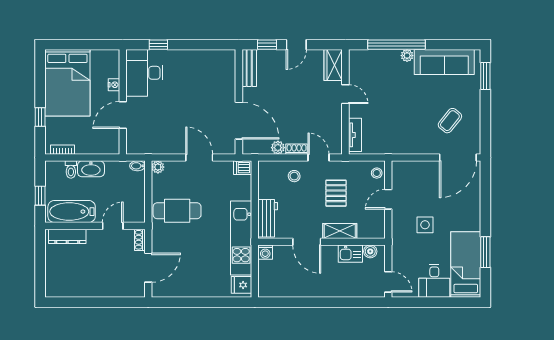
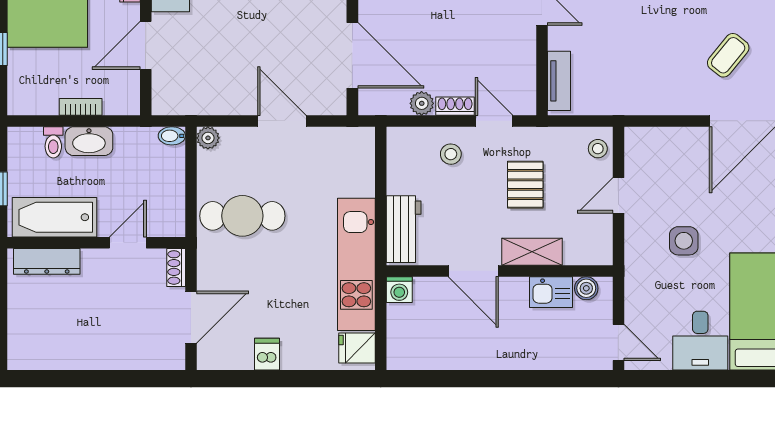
bookcase: (62, 150) -> (81, 107), moved
dishwasher: (243, 168) -> (267, 354), moved, turned 90

